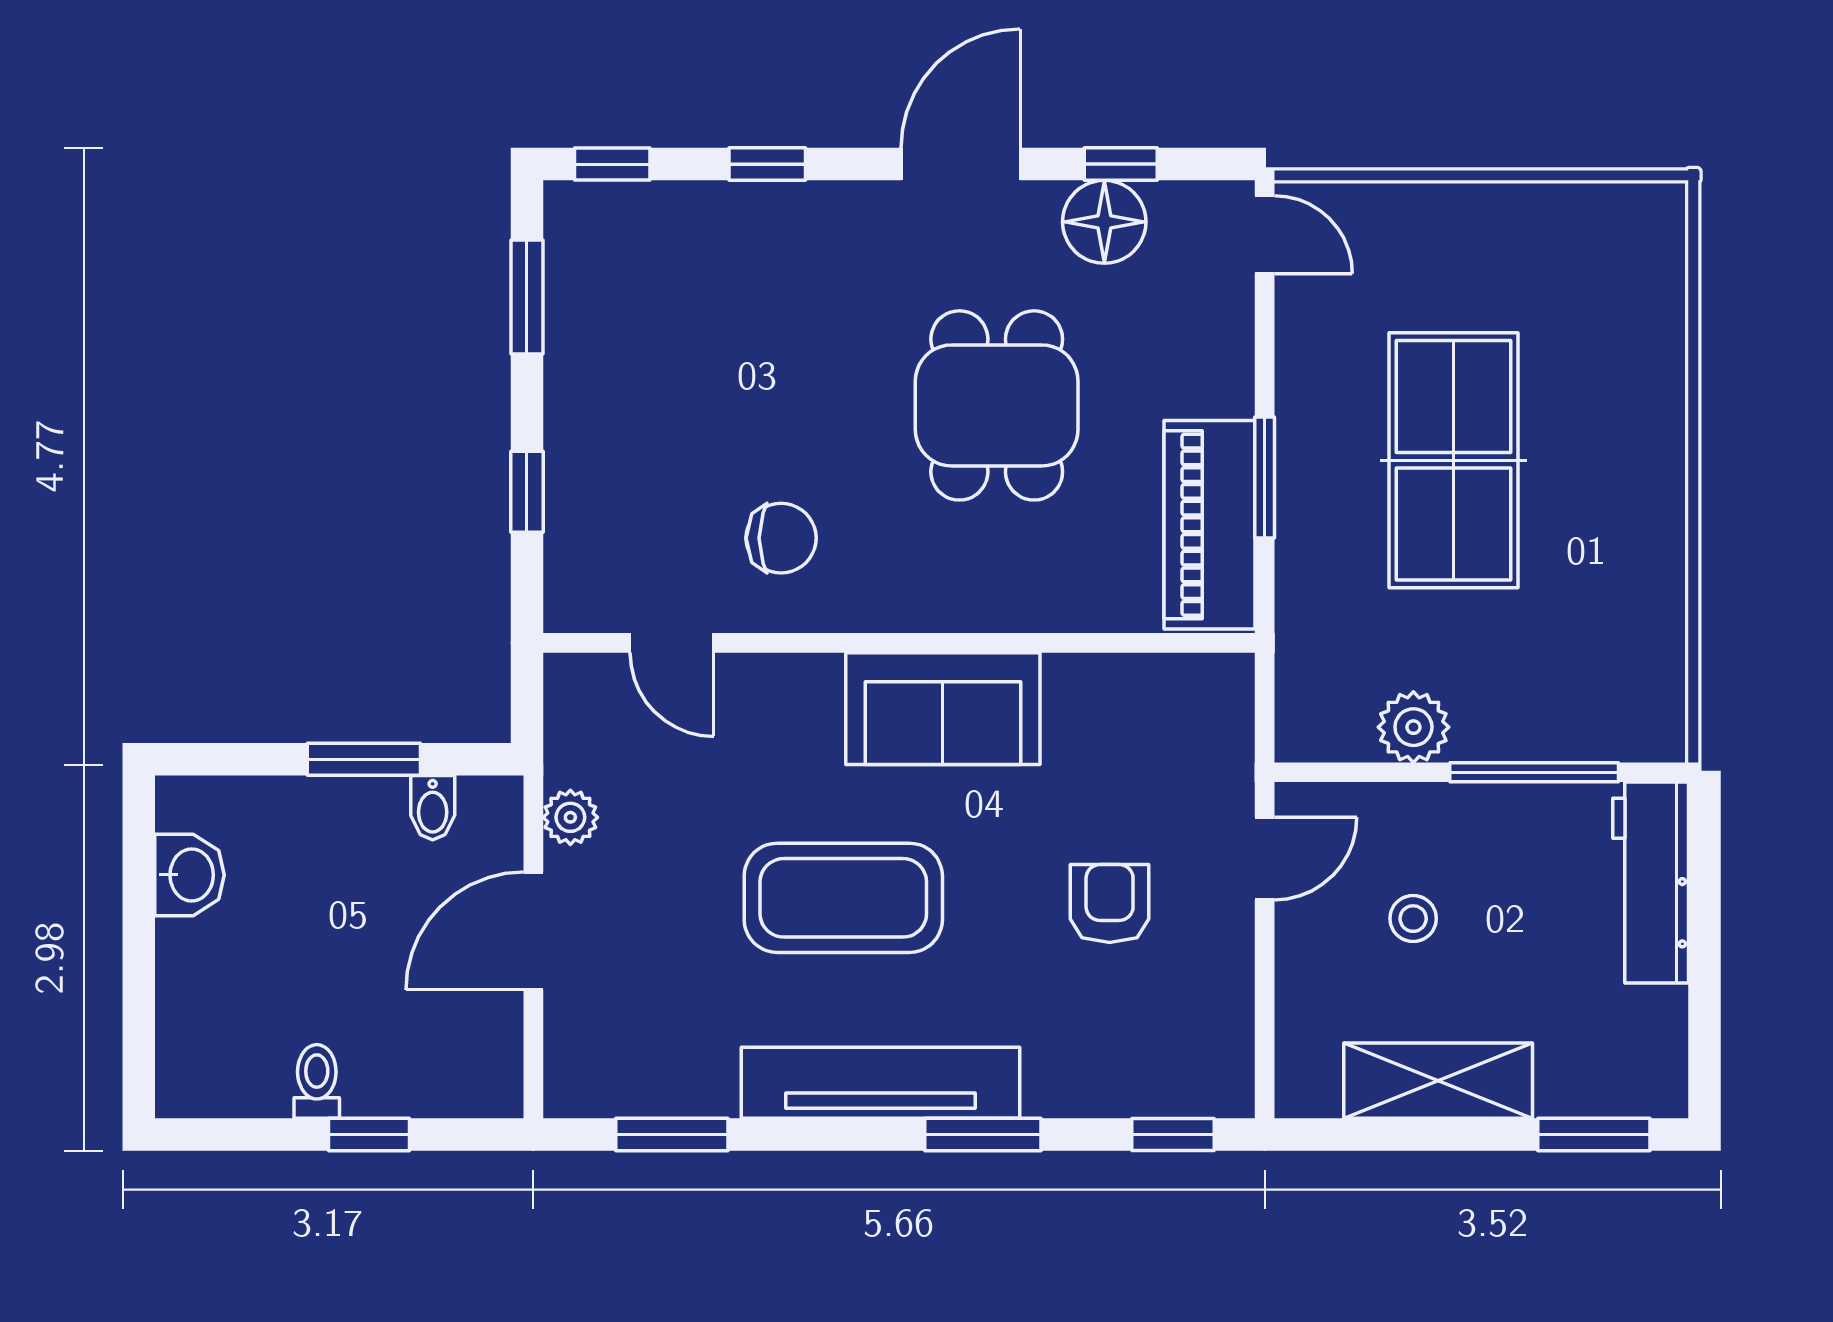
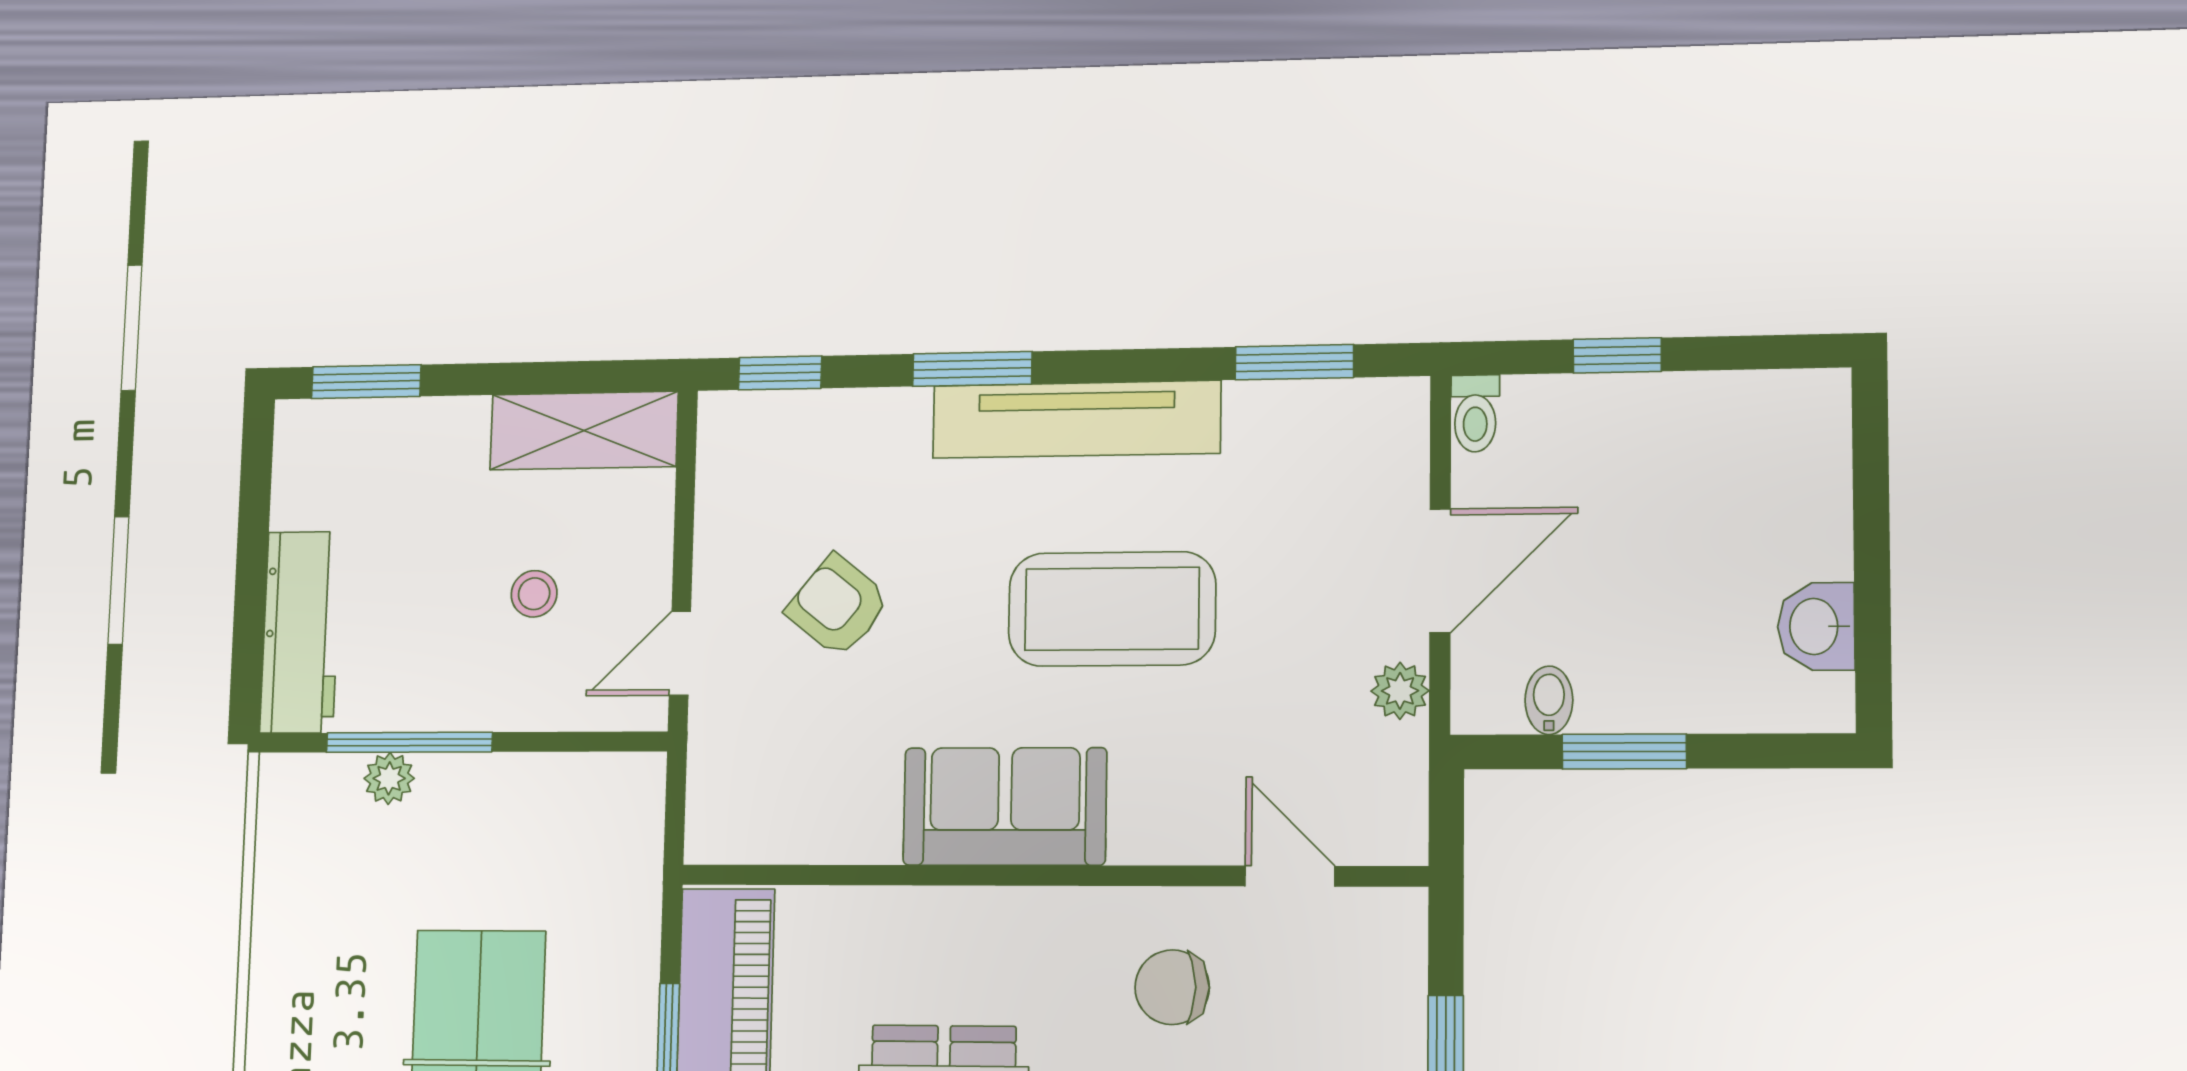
plant: (1413, 727) -> (389, 778), moved, width x0.73, depth x0.73
armchair: (1110, 903) -> (838, 606), turned 129
toilet: (317, 1081) -> (1475, 413), moved
shelving: (1438, 1081) -> (584, 431), moved

